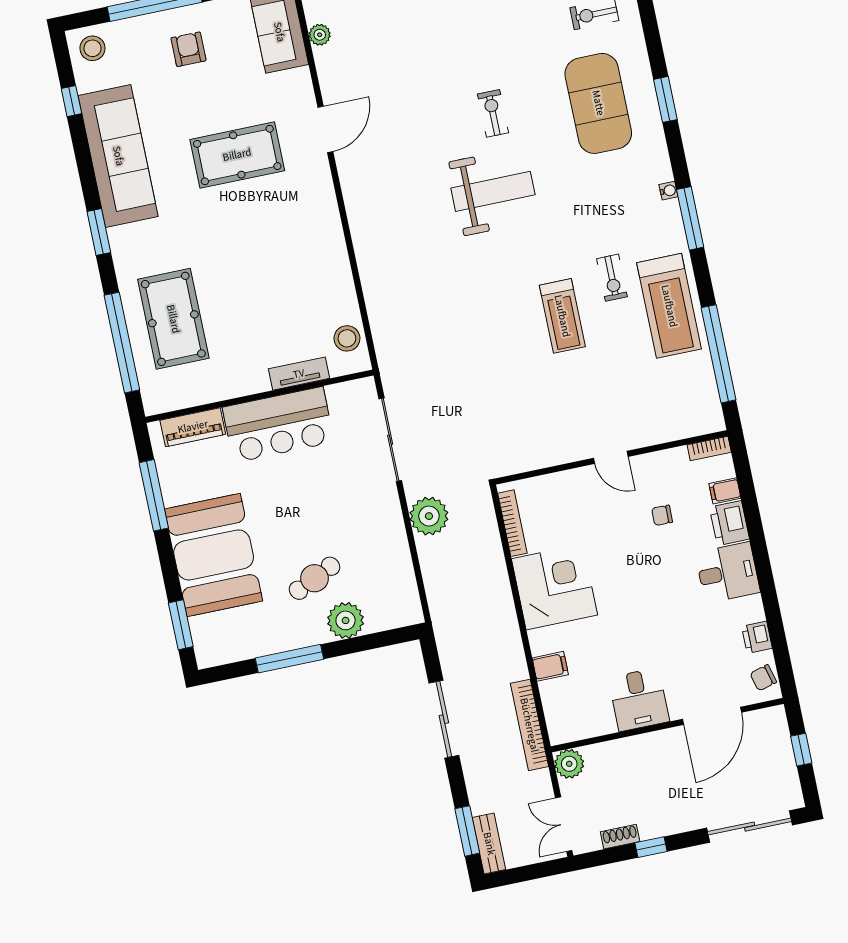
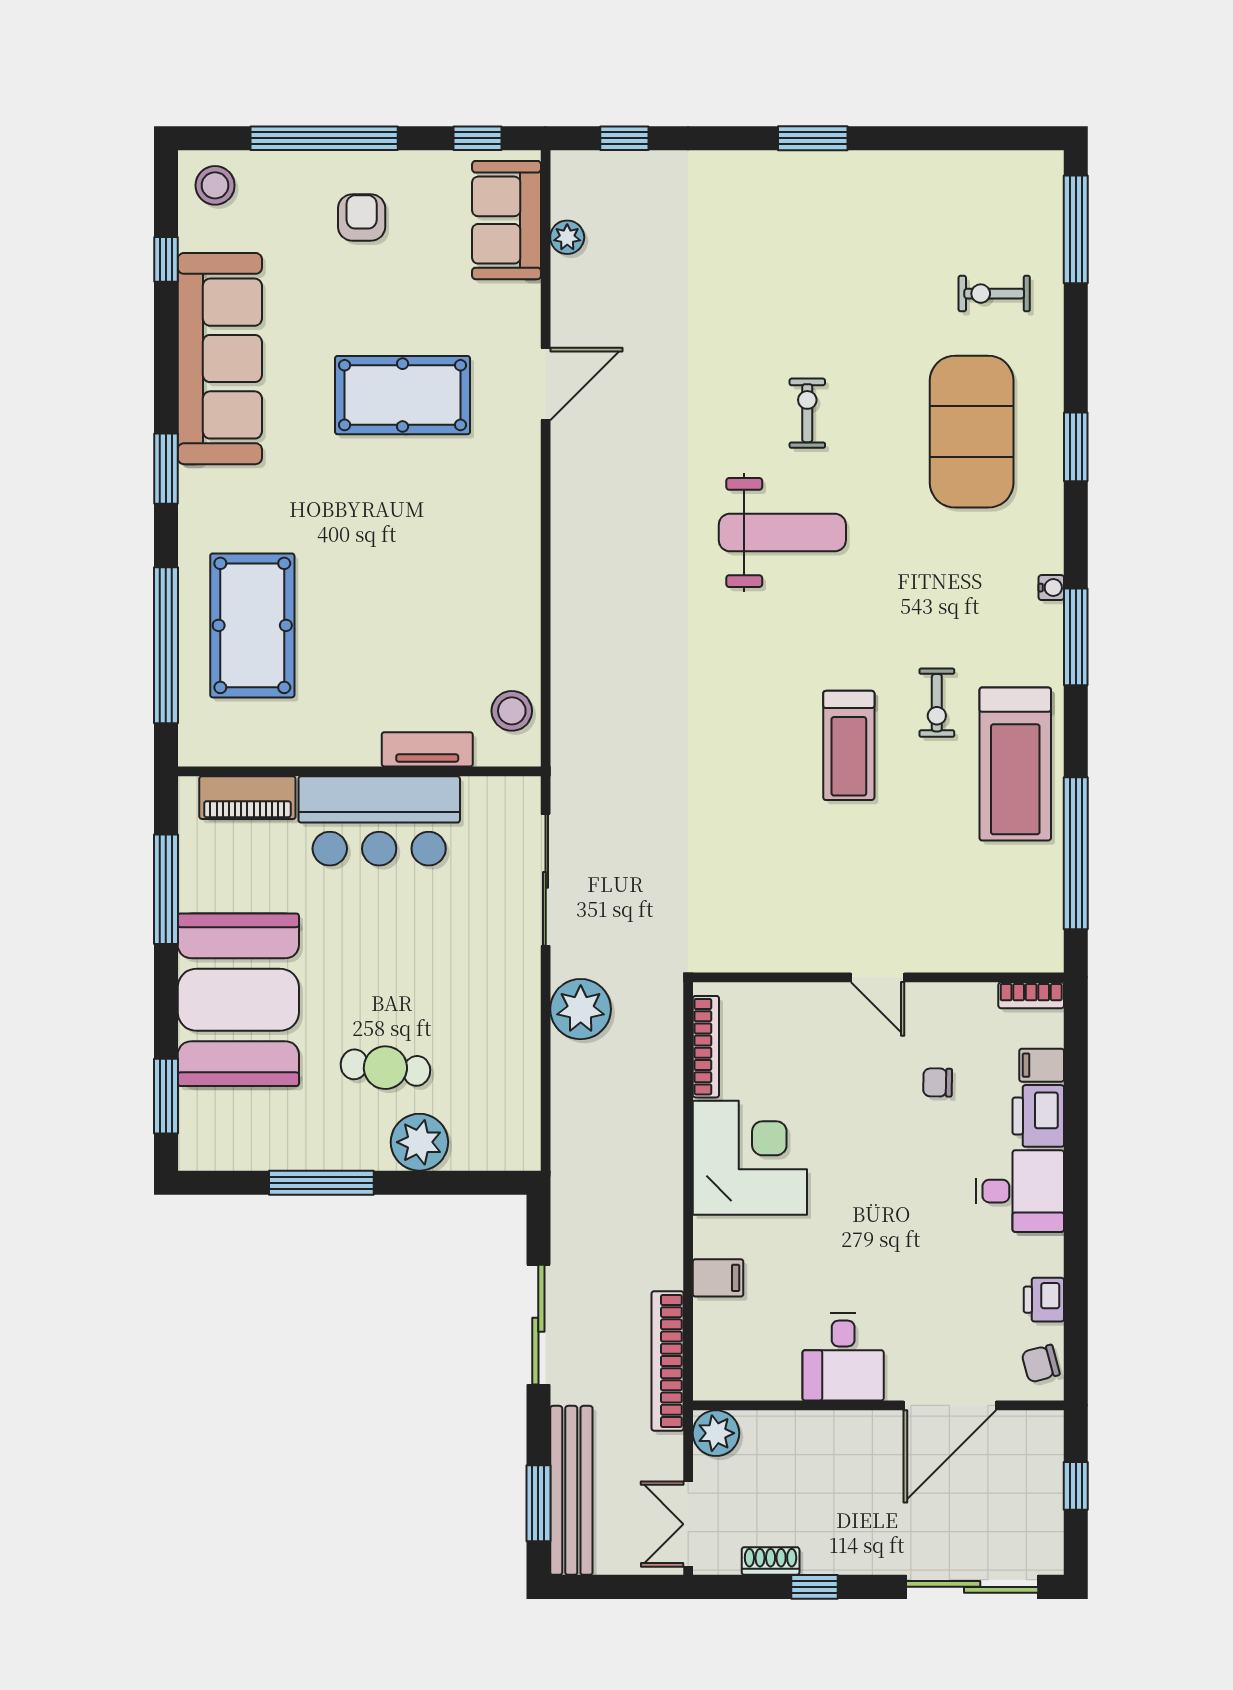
cafe table: (315, 578) -> (385, 1068), turned 31
bench: (489, 844) -> (571, 1490), width x1.86, depth x1.21

